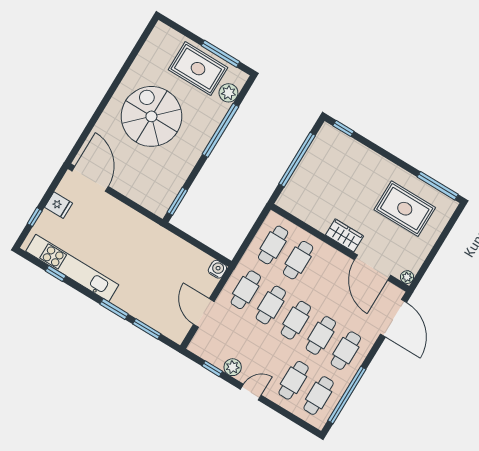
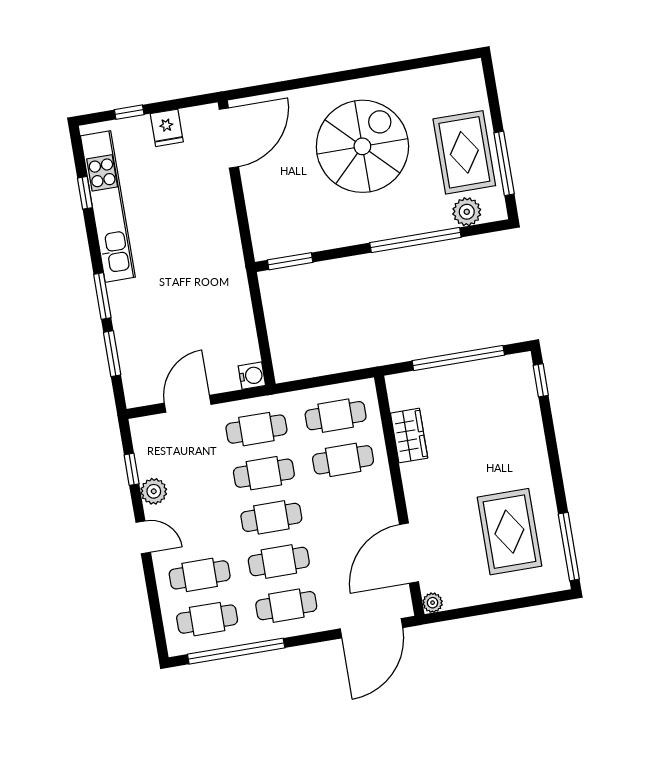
wardrobe: (344, 235) -> (409, 436), moved

